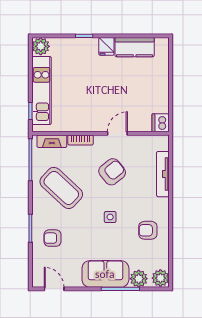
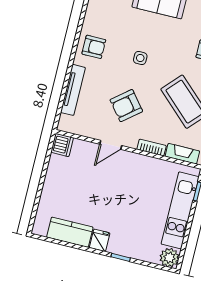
armchair: (148, 230) -> (94, 47), moved

